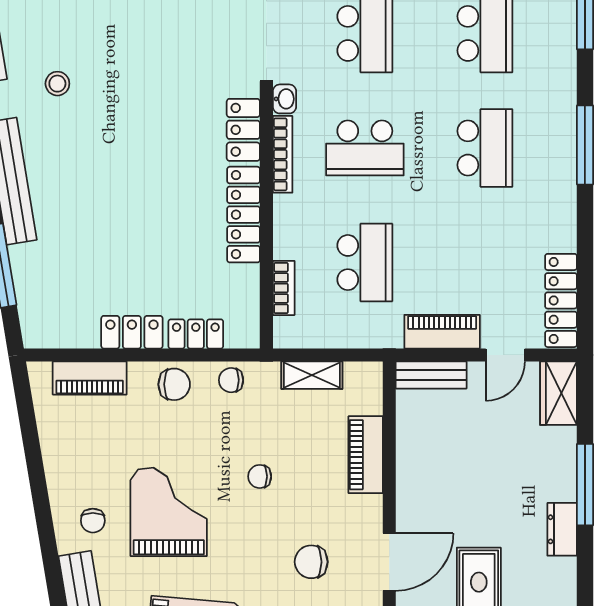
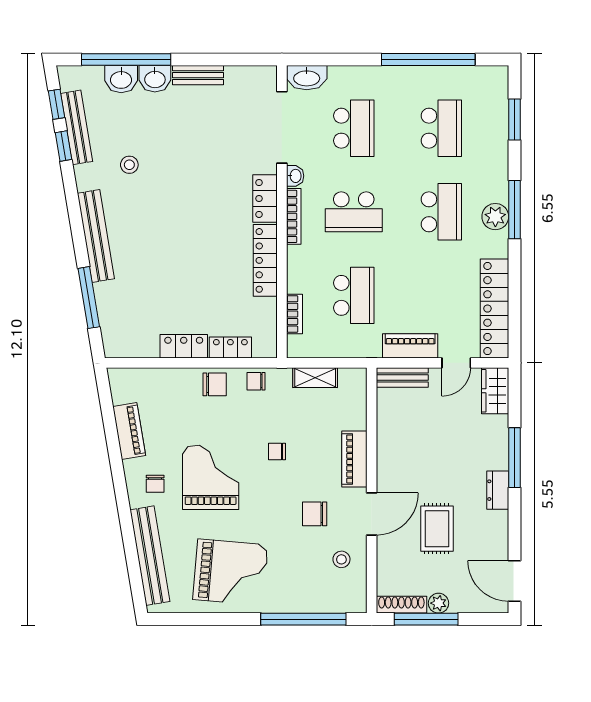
plant: (559, 155) -> (495, 217), added
locker: (561, 300) -> (495, 309), width x1.41, depth x1.21
piano: (90, 378) -> (129, 431), moved, turned -99
piano: (366, 455) -> (354, 459), moved

